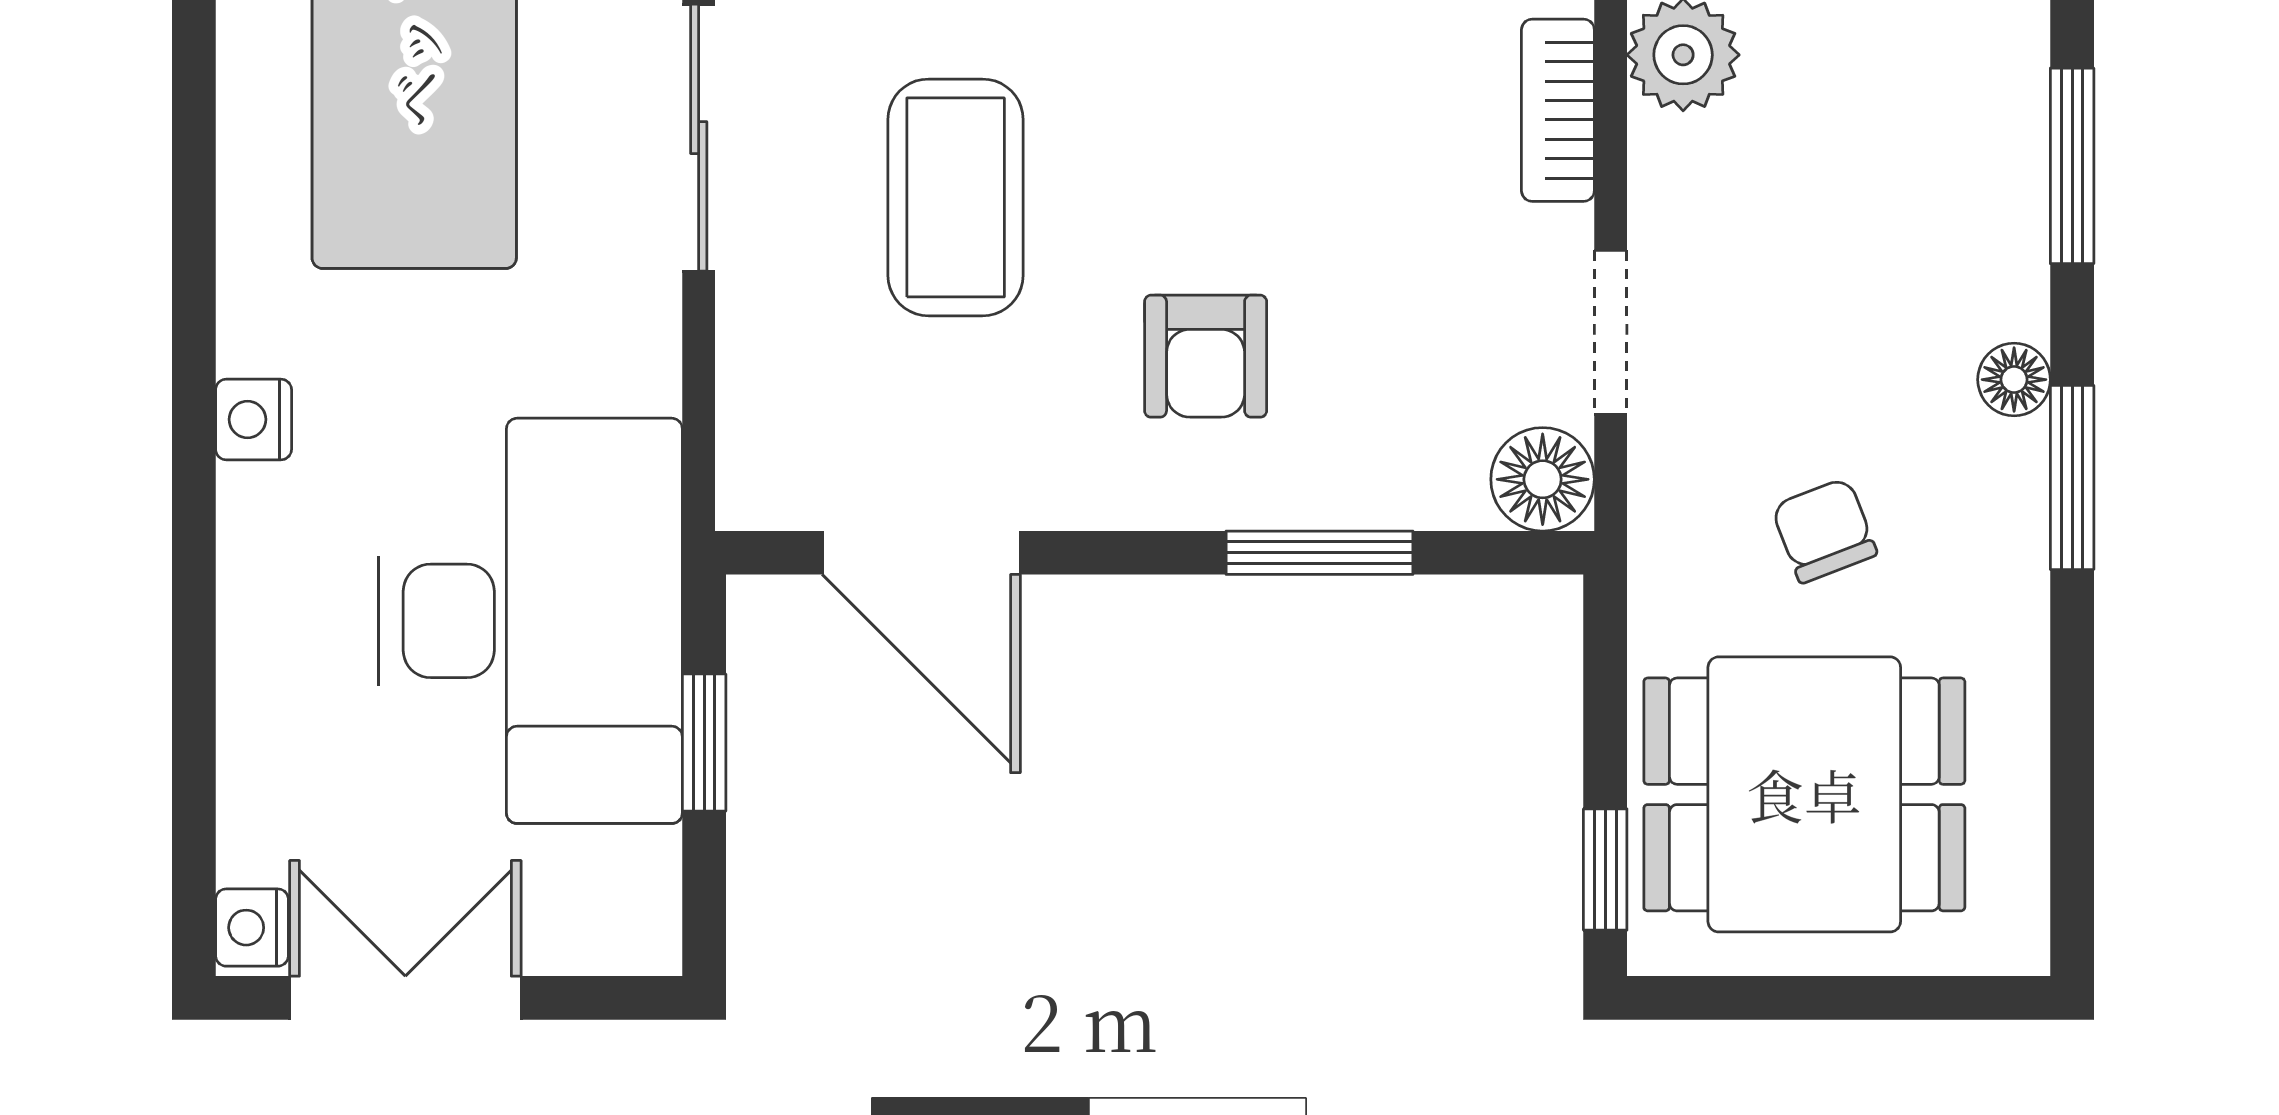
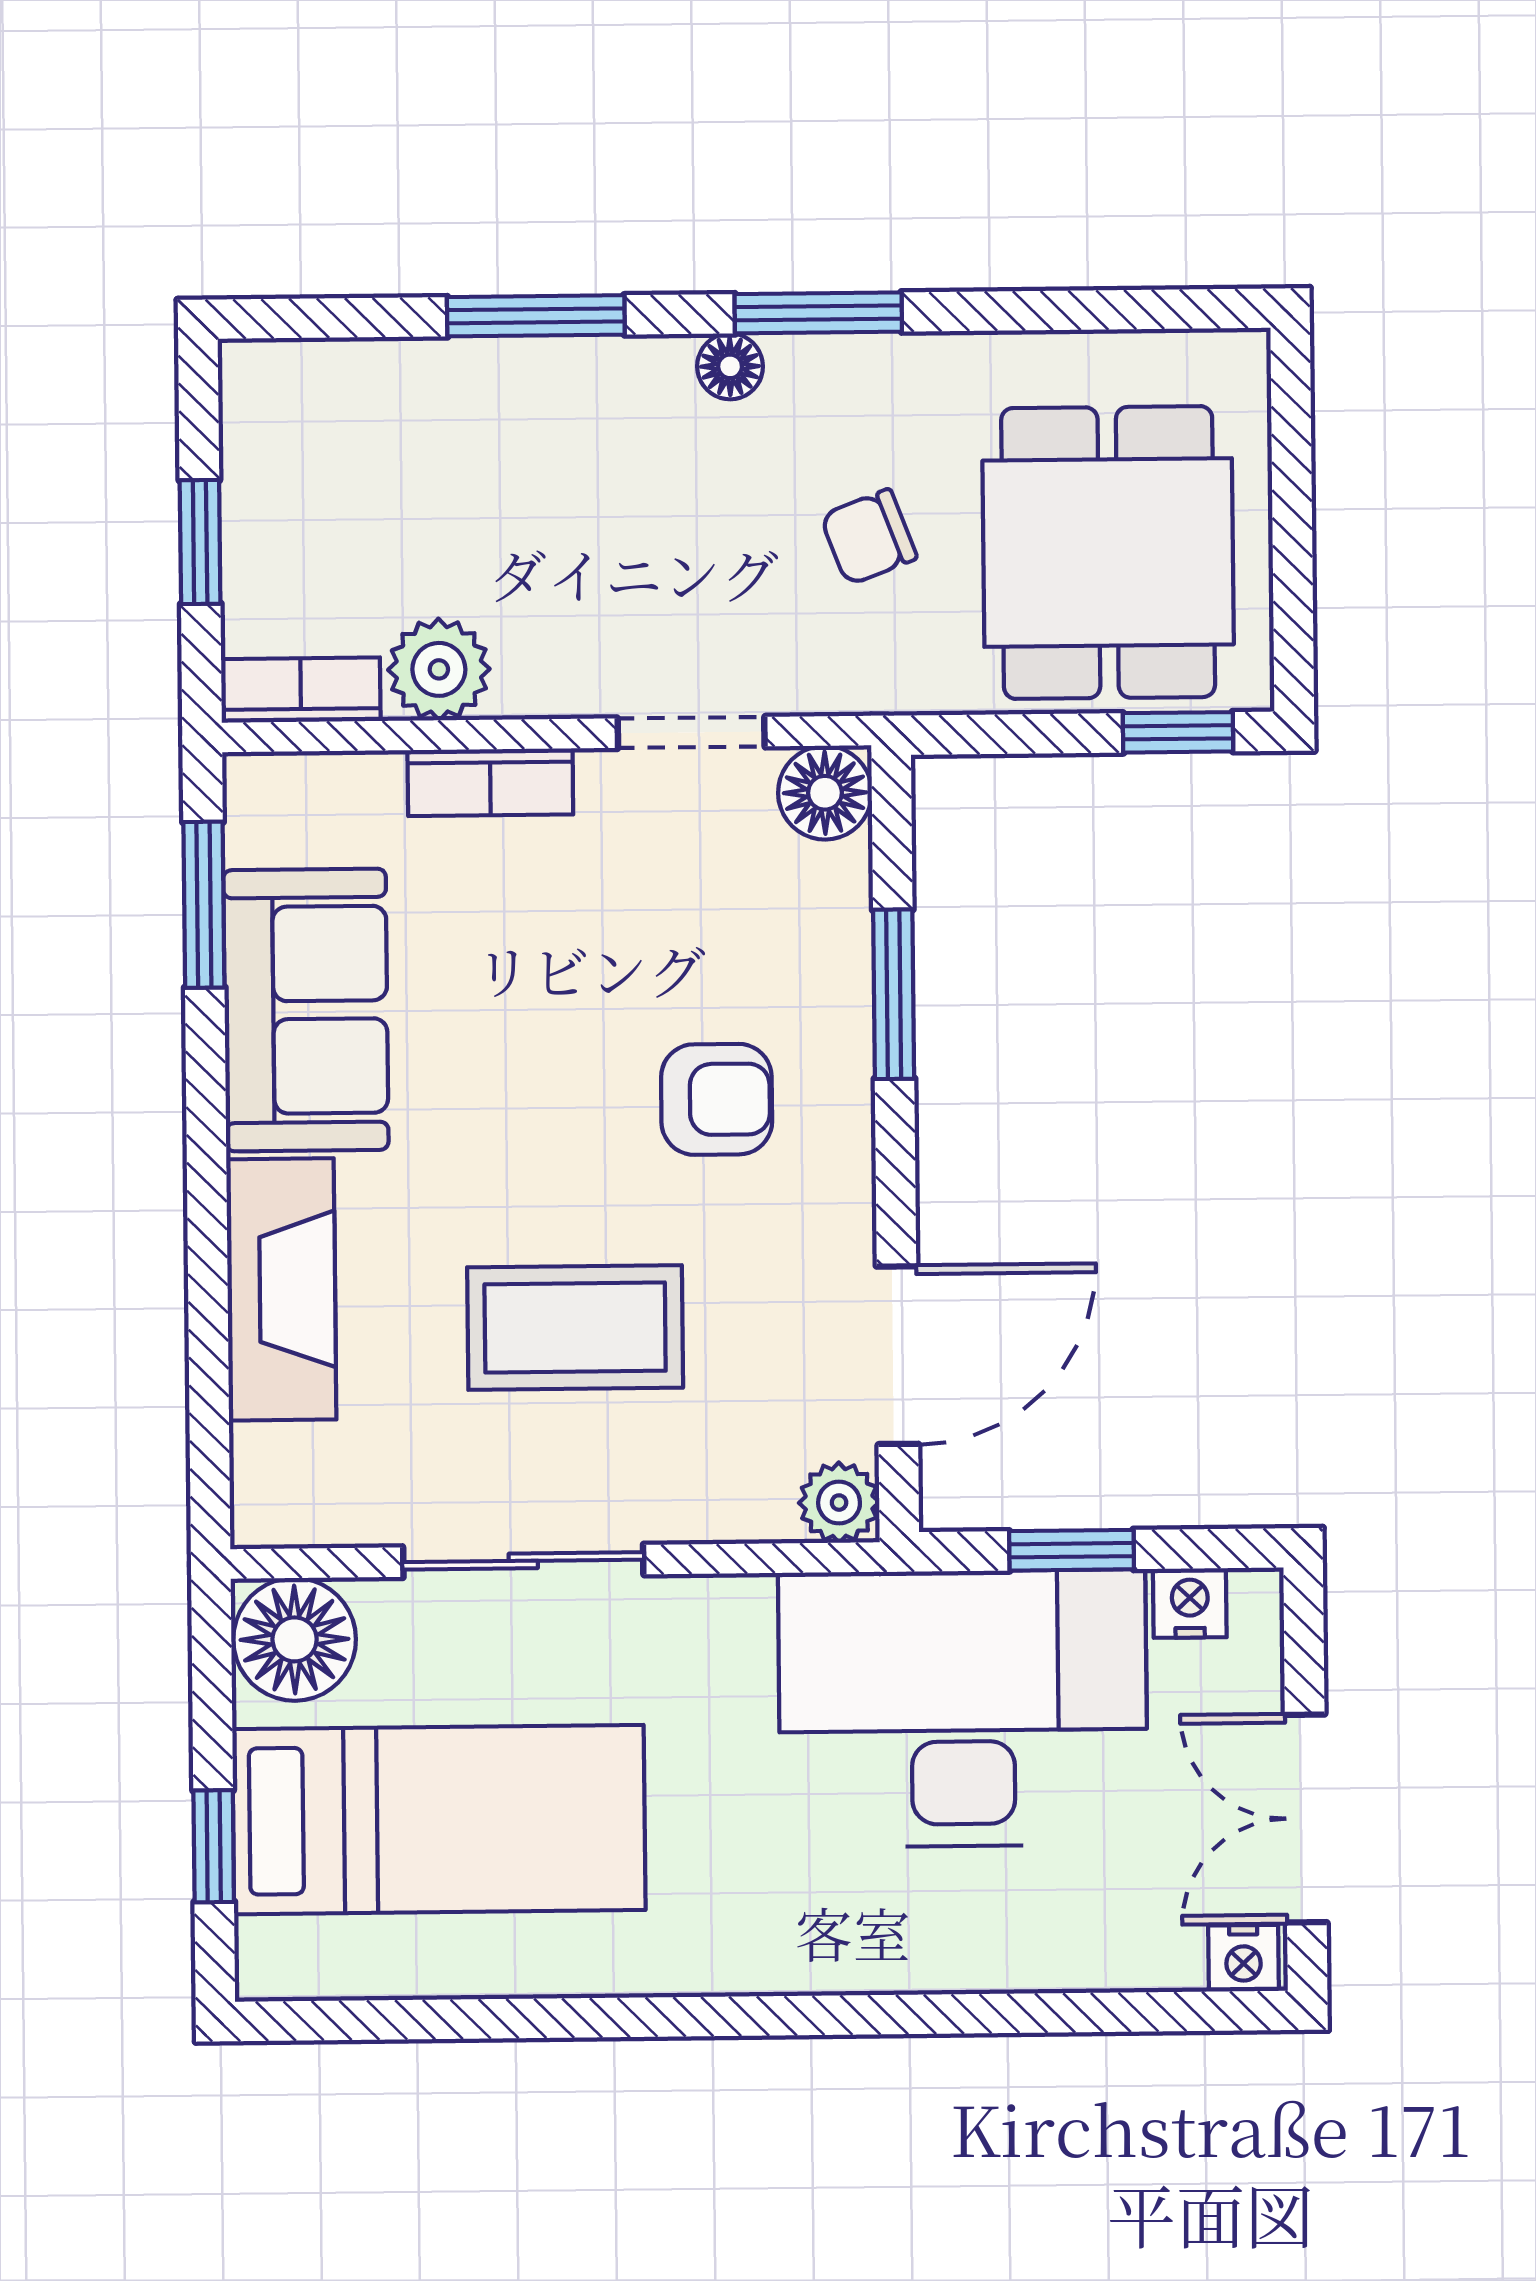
nightstand: (254, 419) -> (1190, 1603), moved, turned 180
plant: (759, 487) -> (839, 1503), added

